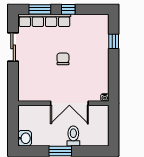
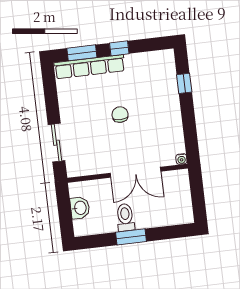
sliding door: (13, 47) -> (57, 143), moved
toilet: (73, 136) -> (125, 217), moved
washbasin: (25, 138) -> (80, 208), moved

